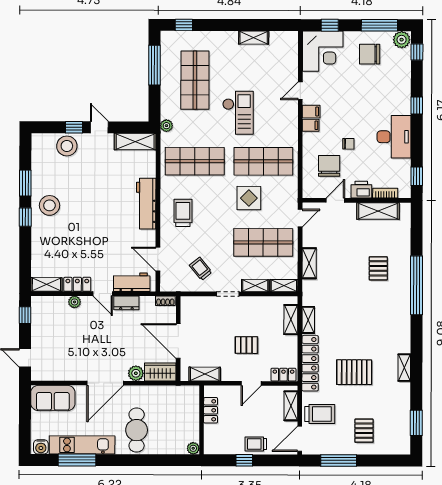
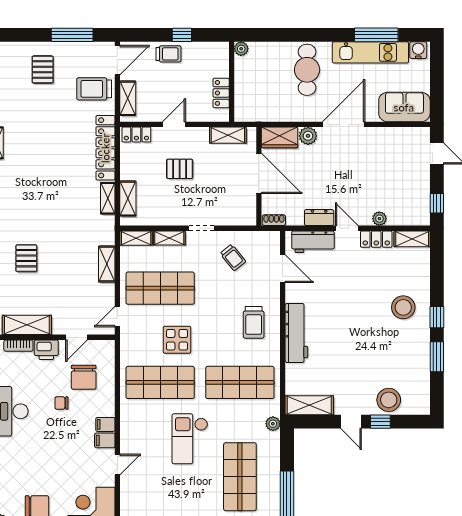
stool: (49, 205) -> (403, 307), moved
pallet: (354, 372) -> (54, 138), removed

